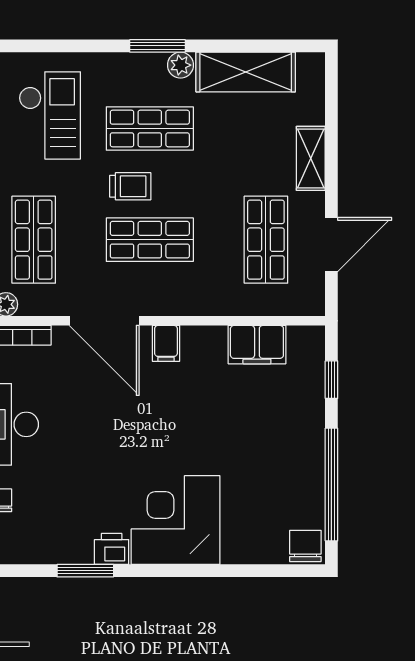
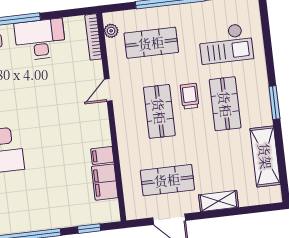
plant: (180, 65) -> (265, 117), removed
trolley: (130, 186) -> (190, 96), turned 180
door: (104, 321) -> (108, 90), width x0.53
filing cabinet: (166, 343) -> (102, 155), moved

